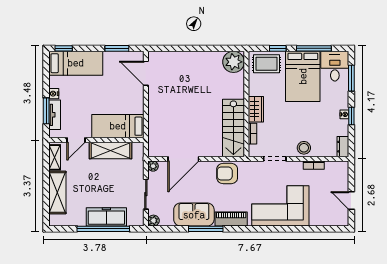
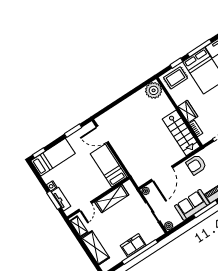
bed: (118, 126) -> (109, 165), moved, turned 90
freezer: (106, 217) -> (133, 245), width x0.71

